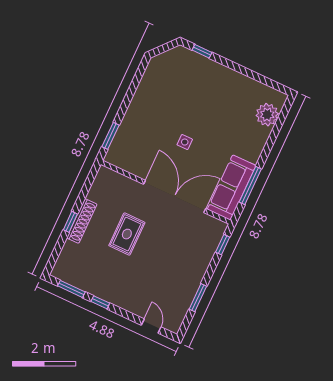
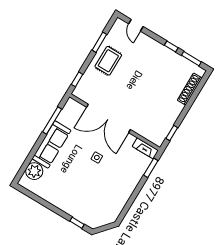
fireplace: (121, 161) -> (145, 148), added
sofa: (232, 187) -> (51, 145), moved
shoe rack: (82, 221) -> (190, 89), moved
window: (70, 222) -> (172, 133), moved
rug: (127, 234) -> (108, 61), moved

